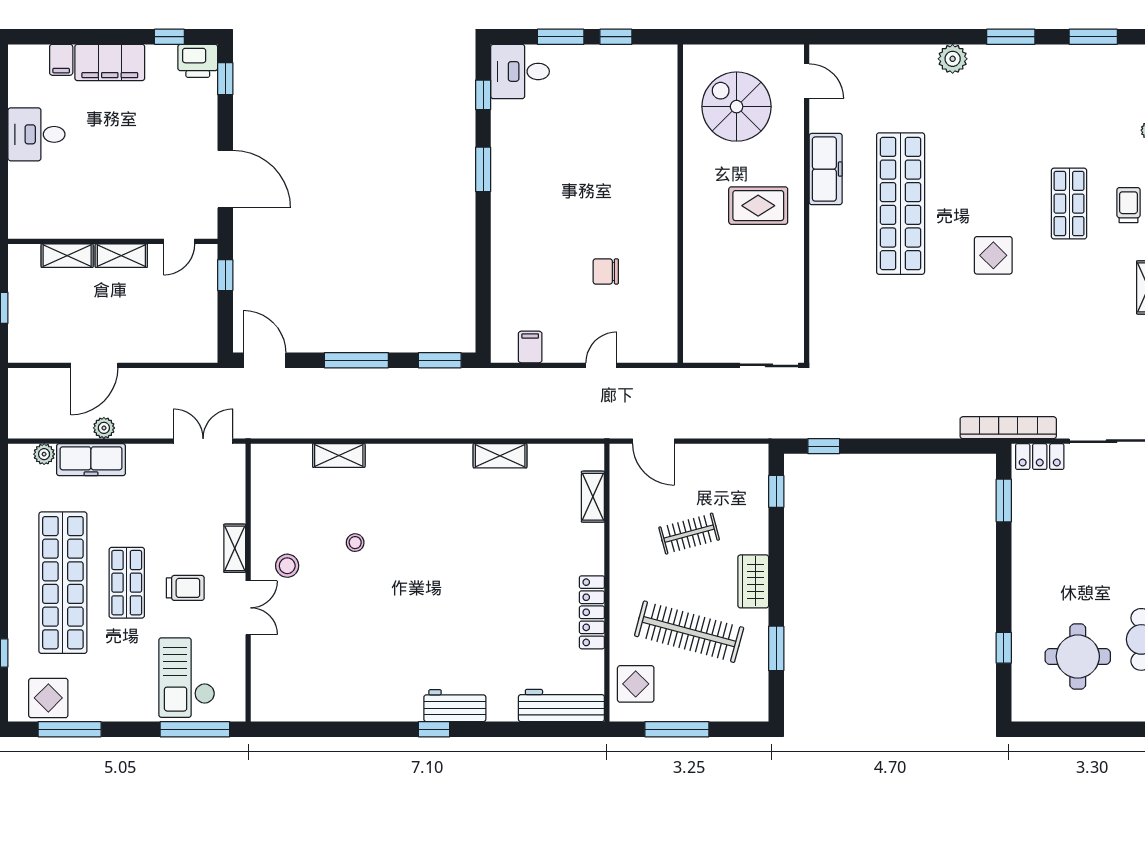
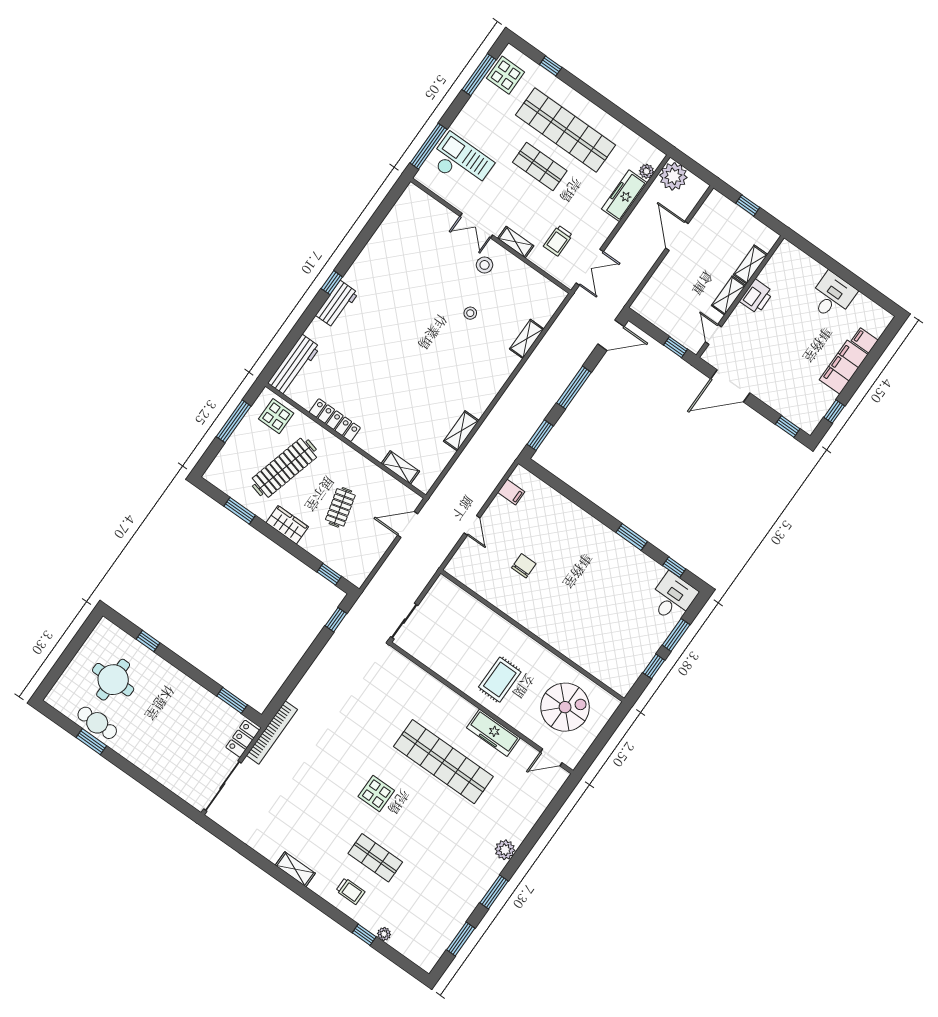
printer: (198, 61) -> (756, 297), moved, turned 180
plant: (104, 428) -> (673, 176), moved, width x1.87, depth x1.87
trolley: (185, 588) -> (558, 241), moved

